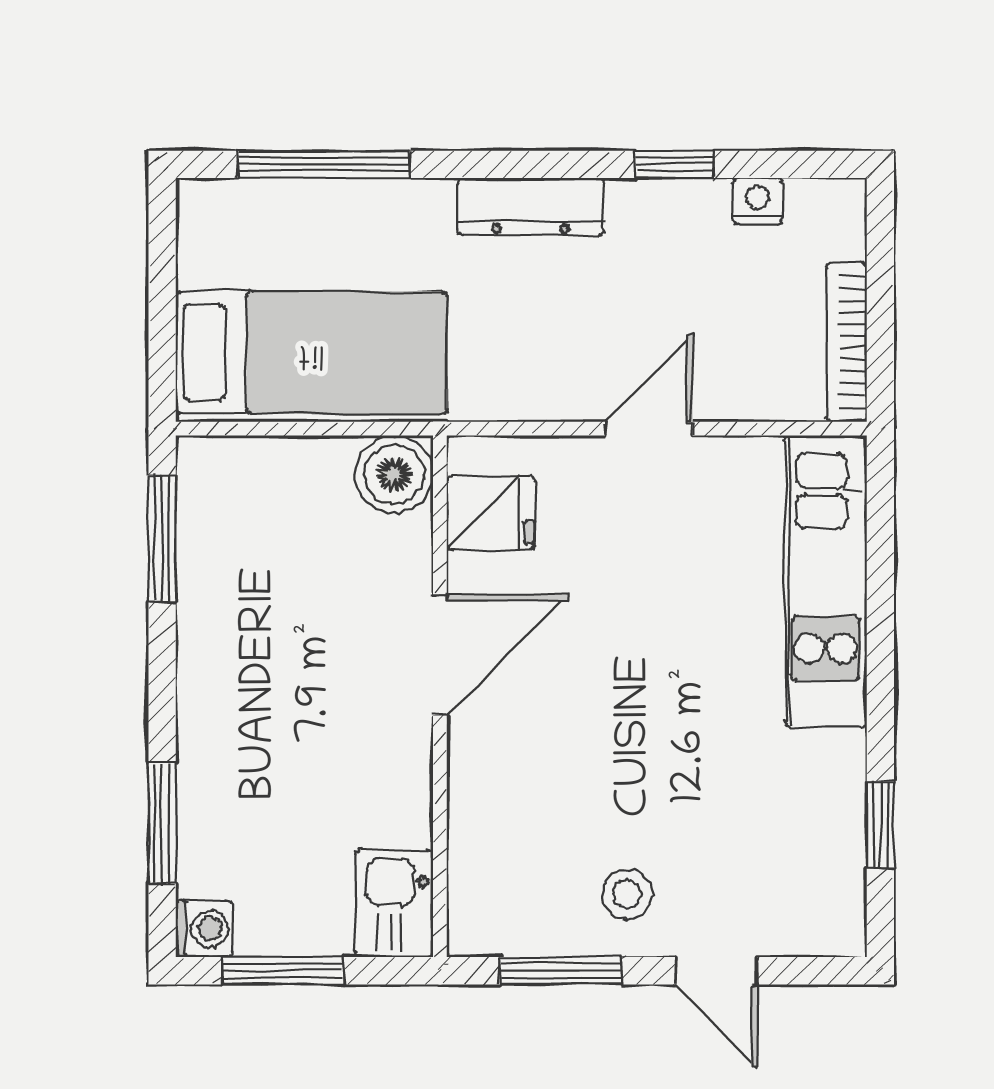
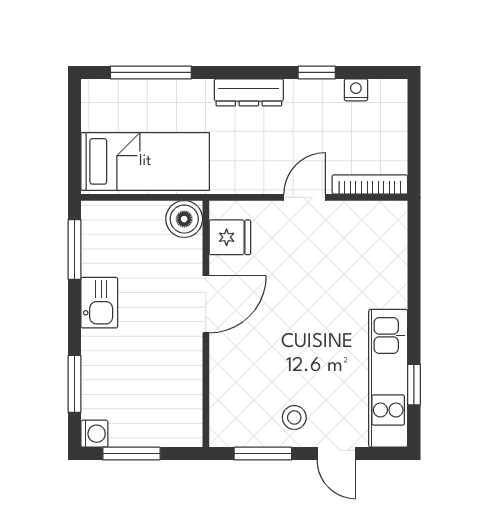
bookcase: (846, 342) -> (370, 185), moved, turned 90
kitchen unit: (826, 581) -> (388, 378), moved
kitchen sink: (394, 904) -> (99, 303), moved, turned 180

